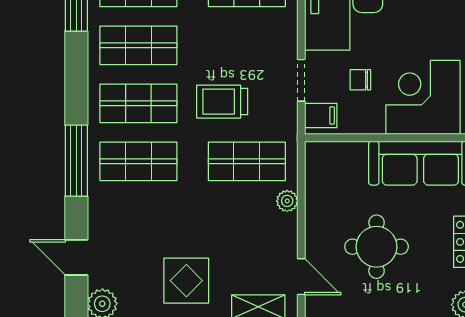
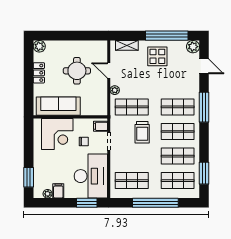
trolley: (222, 102) -> (142, 132), turned 90
door: (301, 277) -> (109, 71), moved

